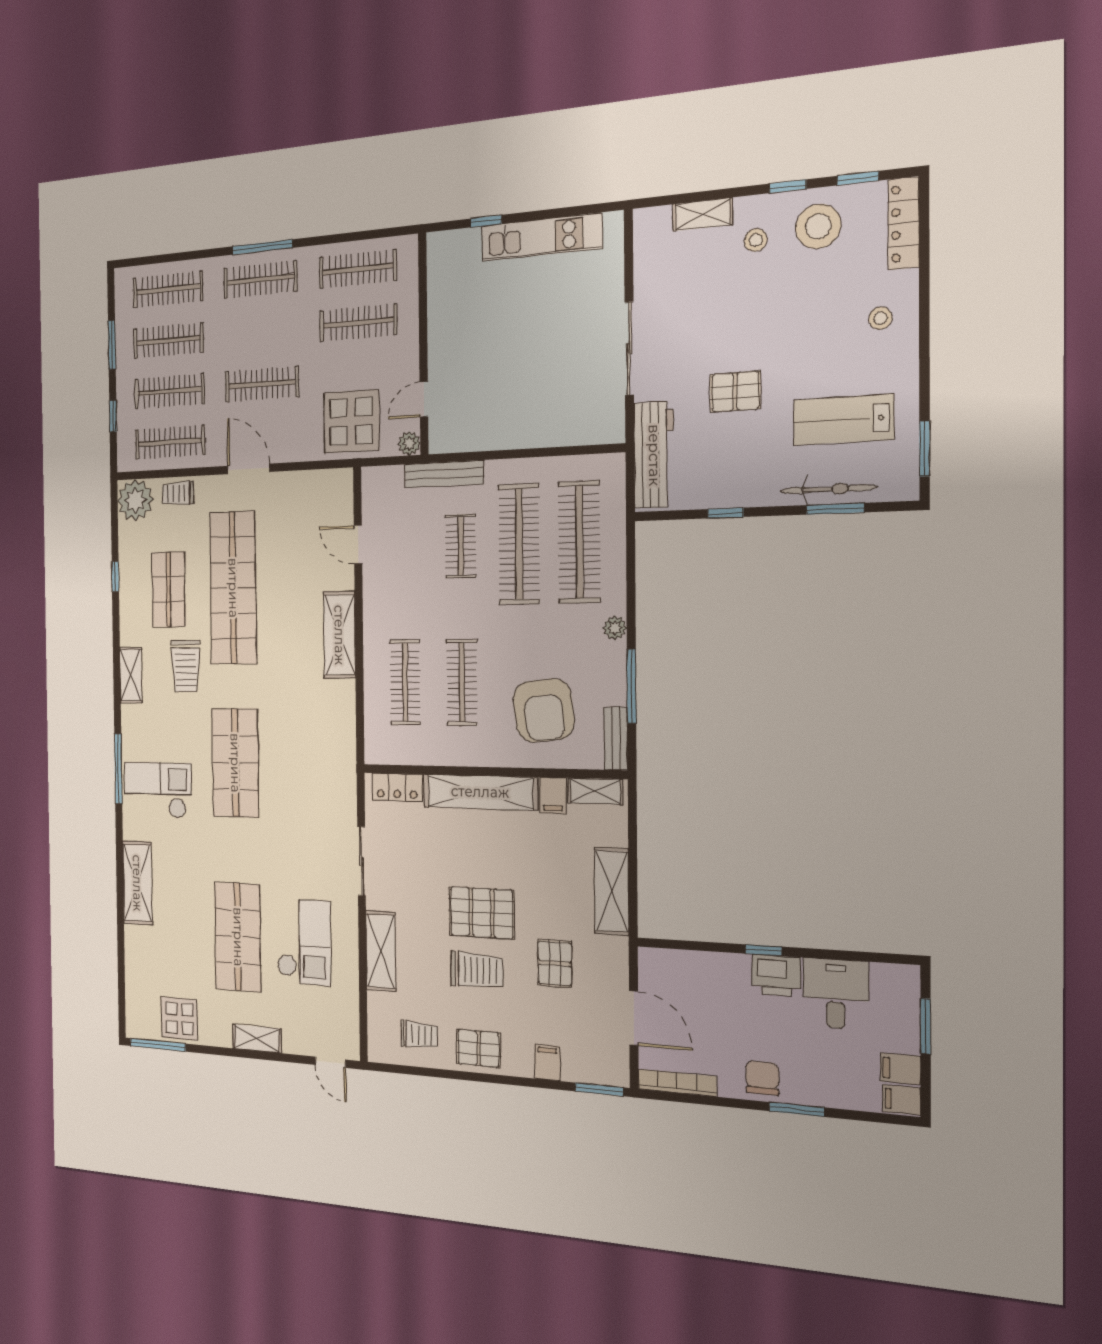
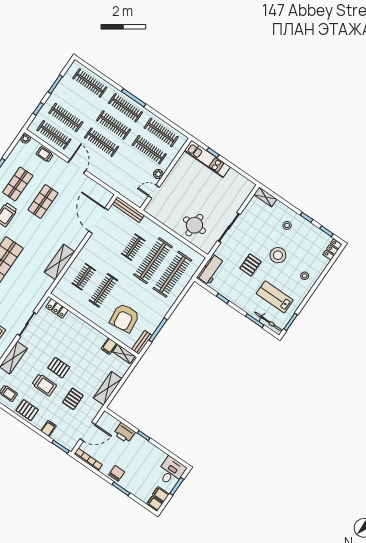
shelving: (703, 214) -> (265, 197), moved
locker: (904, 223) -> (332, 250), width x0.66
stool: (818, 226) -> (278, 255), moved
kitchen unit: (541, 237) -> (207, 159), moved
clothes rail: (168, 340) -> (113, 125), moved
pallet: (735, 392) -> (251, 265), turned 90
round table: (553, 402) -> (194, 225), added
display table: (351, 421) -> (124, 179), removed
plant: (409, 443) -> (158, 174), moved
workbench: (654, 455) -> (211, 269), width x0.73
bench: (444, 474) -> (128, 210), moved
bicycle: (828, 489) -> (268, 322), moved
plant: (135, 500) -> (25, 138), width x0.53, depth x0.53
door: (358, 545) -> (99, 221), width x1.88
shop shelf: (233, 588) -> (43, 201), width x0.50, depth x0.74
plant: (615, 628) -> (165, 308), removed
shelving: (339, 635) -> (60, 262), moved
clothes rail: (405, 682) -> (84, 277), width x0.73
shelving: (480, 792) -> (85, 329), removed
pallet: (482, 913) -> (59, 368), width x0.67, depth x0.71
printer: (776, 975) -> (124, 433), moved
desk: (836, 994) -> (171, 471), moved
door: (634, 1018) -> (88, 432), hinge flipped

